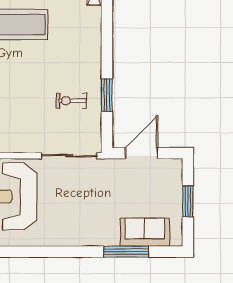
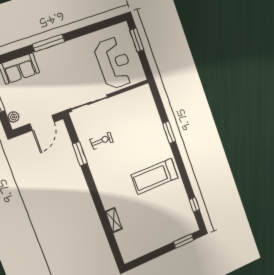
plant: (175, 174) -> (13, 117), added
window: (126, 252) -> (49, 43), moved

